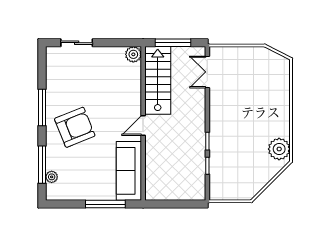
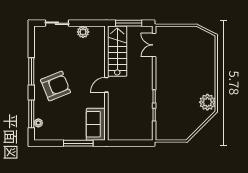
plant: (133, 54) -> (83, 32), moved
sofa: (129, 171) -> (96, 124), width x0.73

